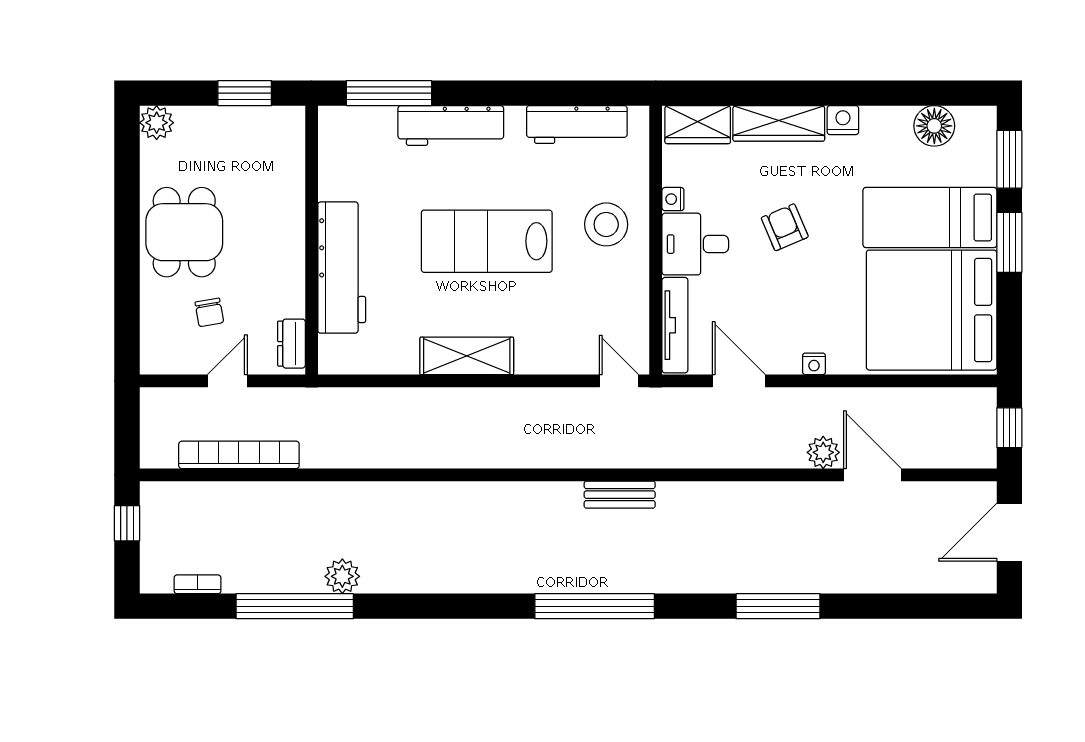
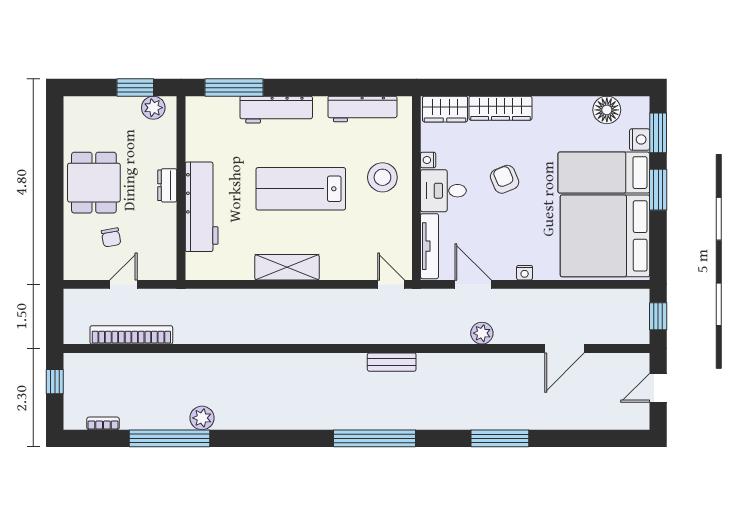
nightstand: (843, 120) -> (640, 139), moved, turned 90
plant: (157, 123) -> (153, 108), moved
dresser: (292, 344) -> (167, 185), moved
plant: (823, 452) -> (482, 333), moved
door: (872, 475) -> (565, 349), swing flipped
door: (1009, 532) -> (658, 388), width x0.73

